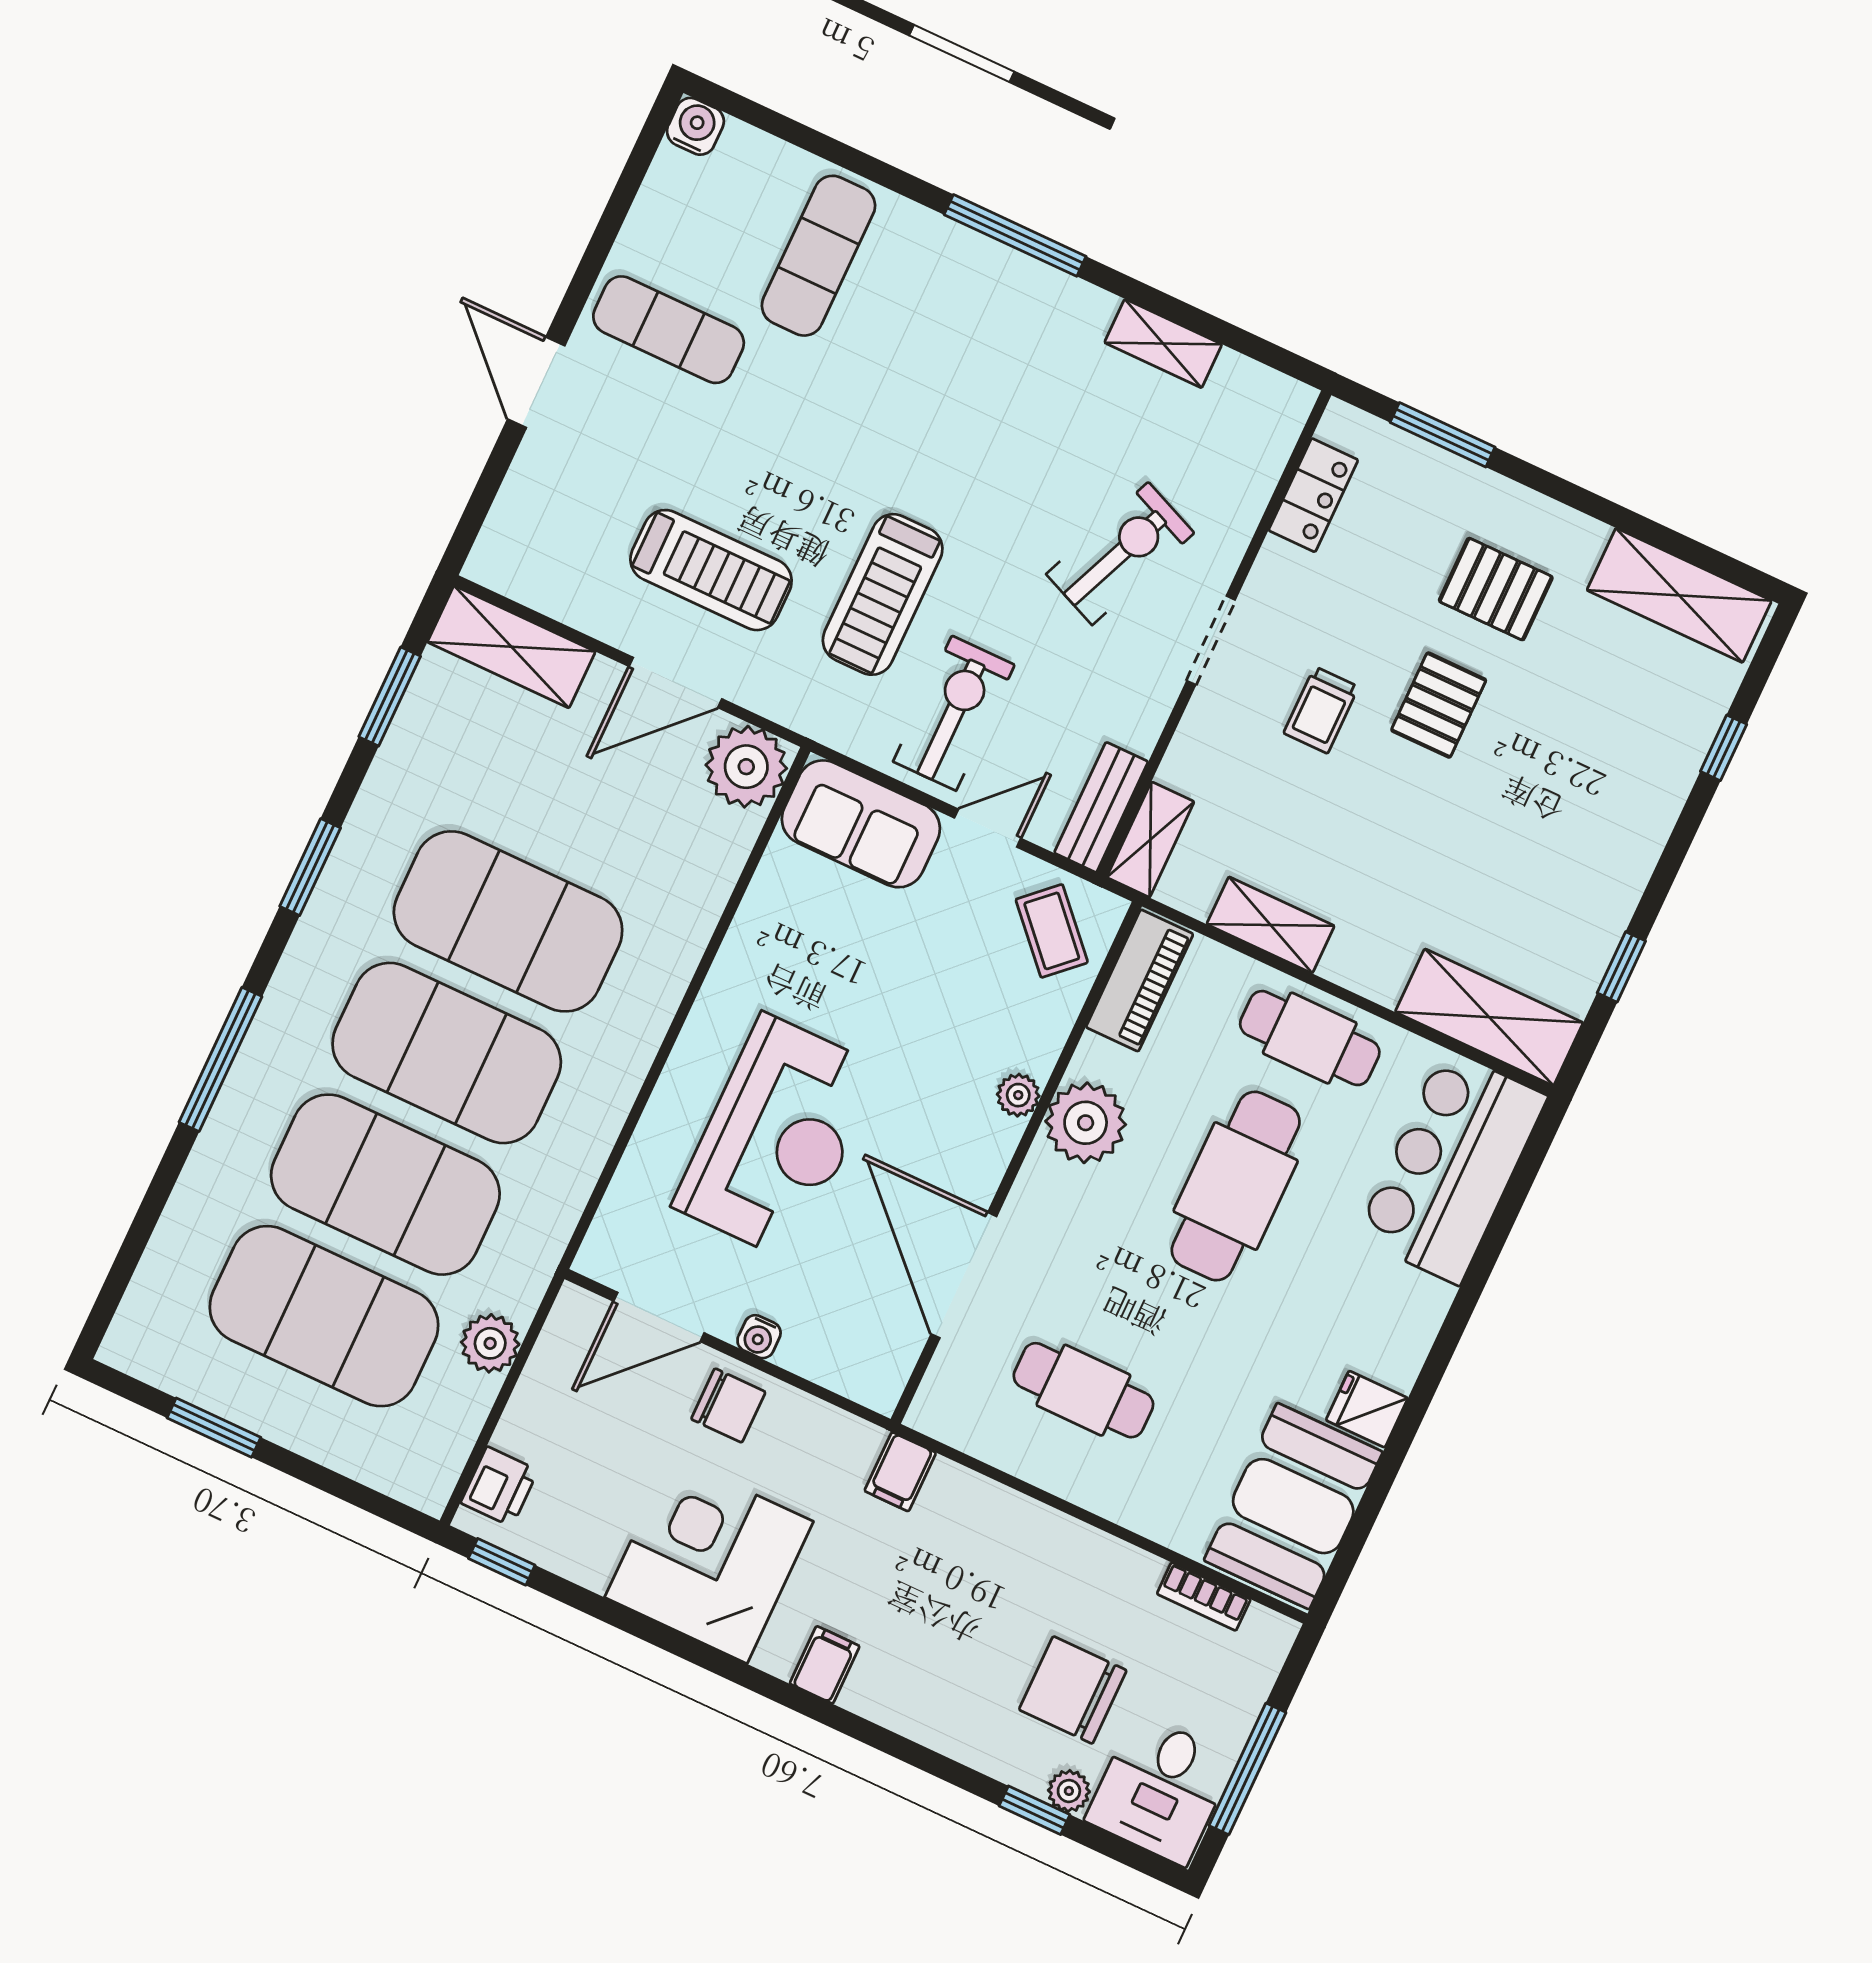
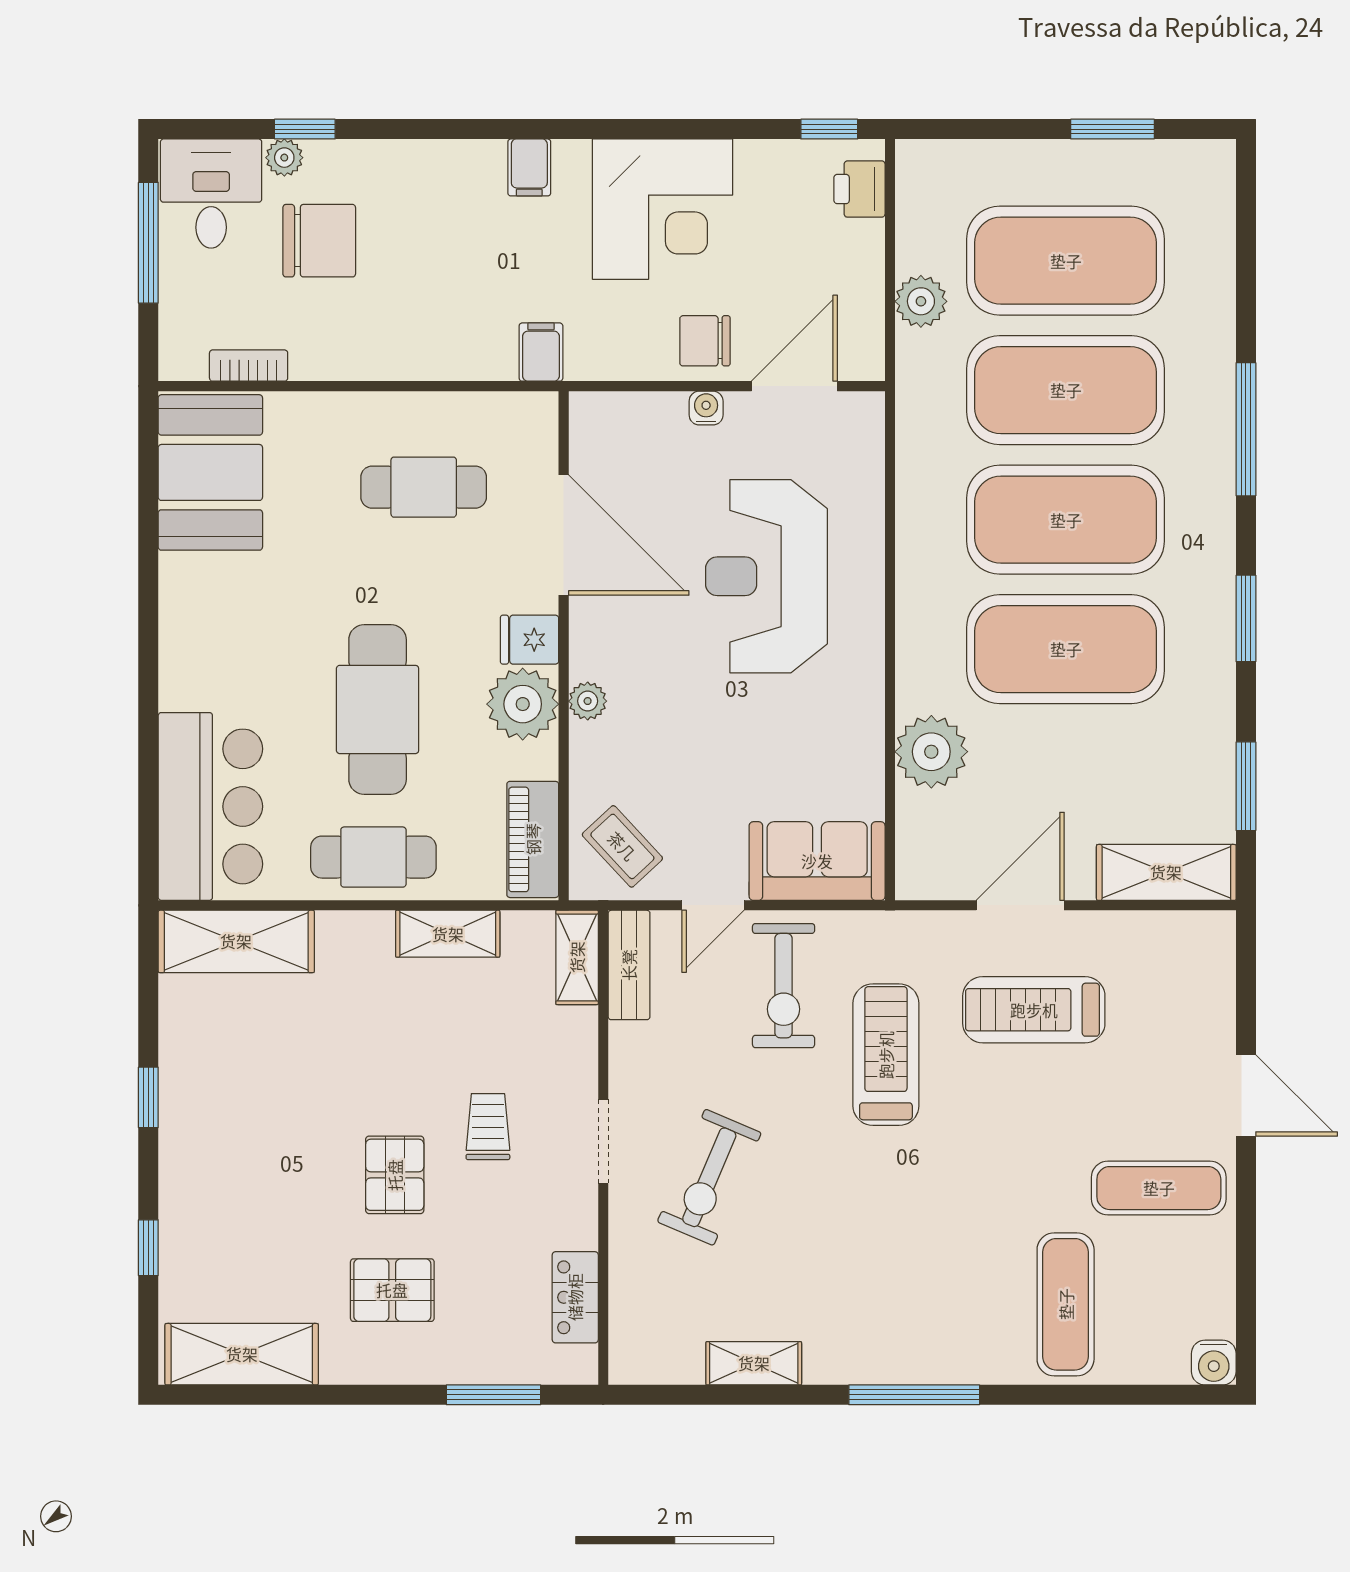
plant: (746, 767) -> (931, 752), moved
window: (1621, 967) -> (148, 1097), moved
fridge: (1367, 1409) -> (530, 640), moved, turned 180

